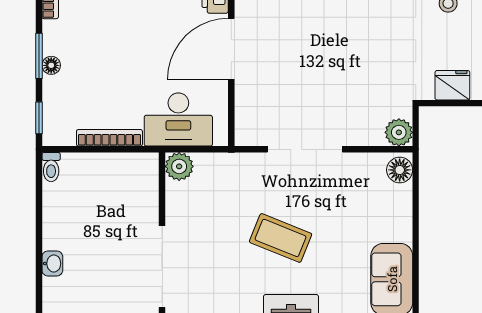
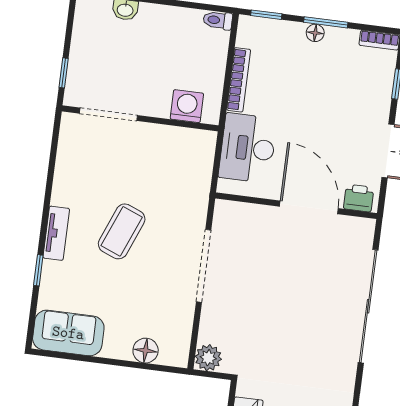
plant: (179, 166) -> (203, 143), removed
floor lamp: (400, 170) -> (146, 351), moved
washing machine: (143, 187) -> (187, 106), added
doorway: (162, 267) -> (109, 114), width x0.73

